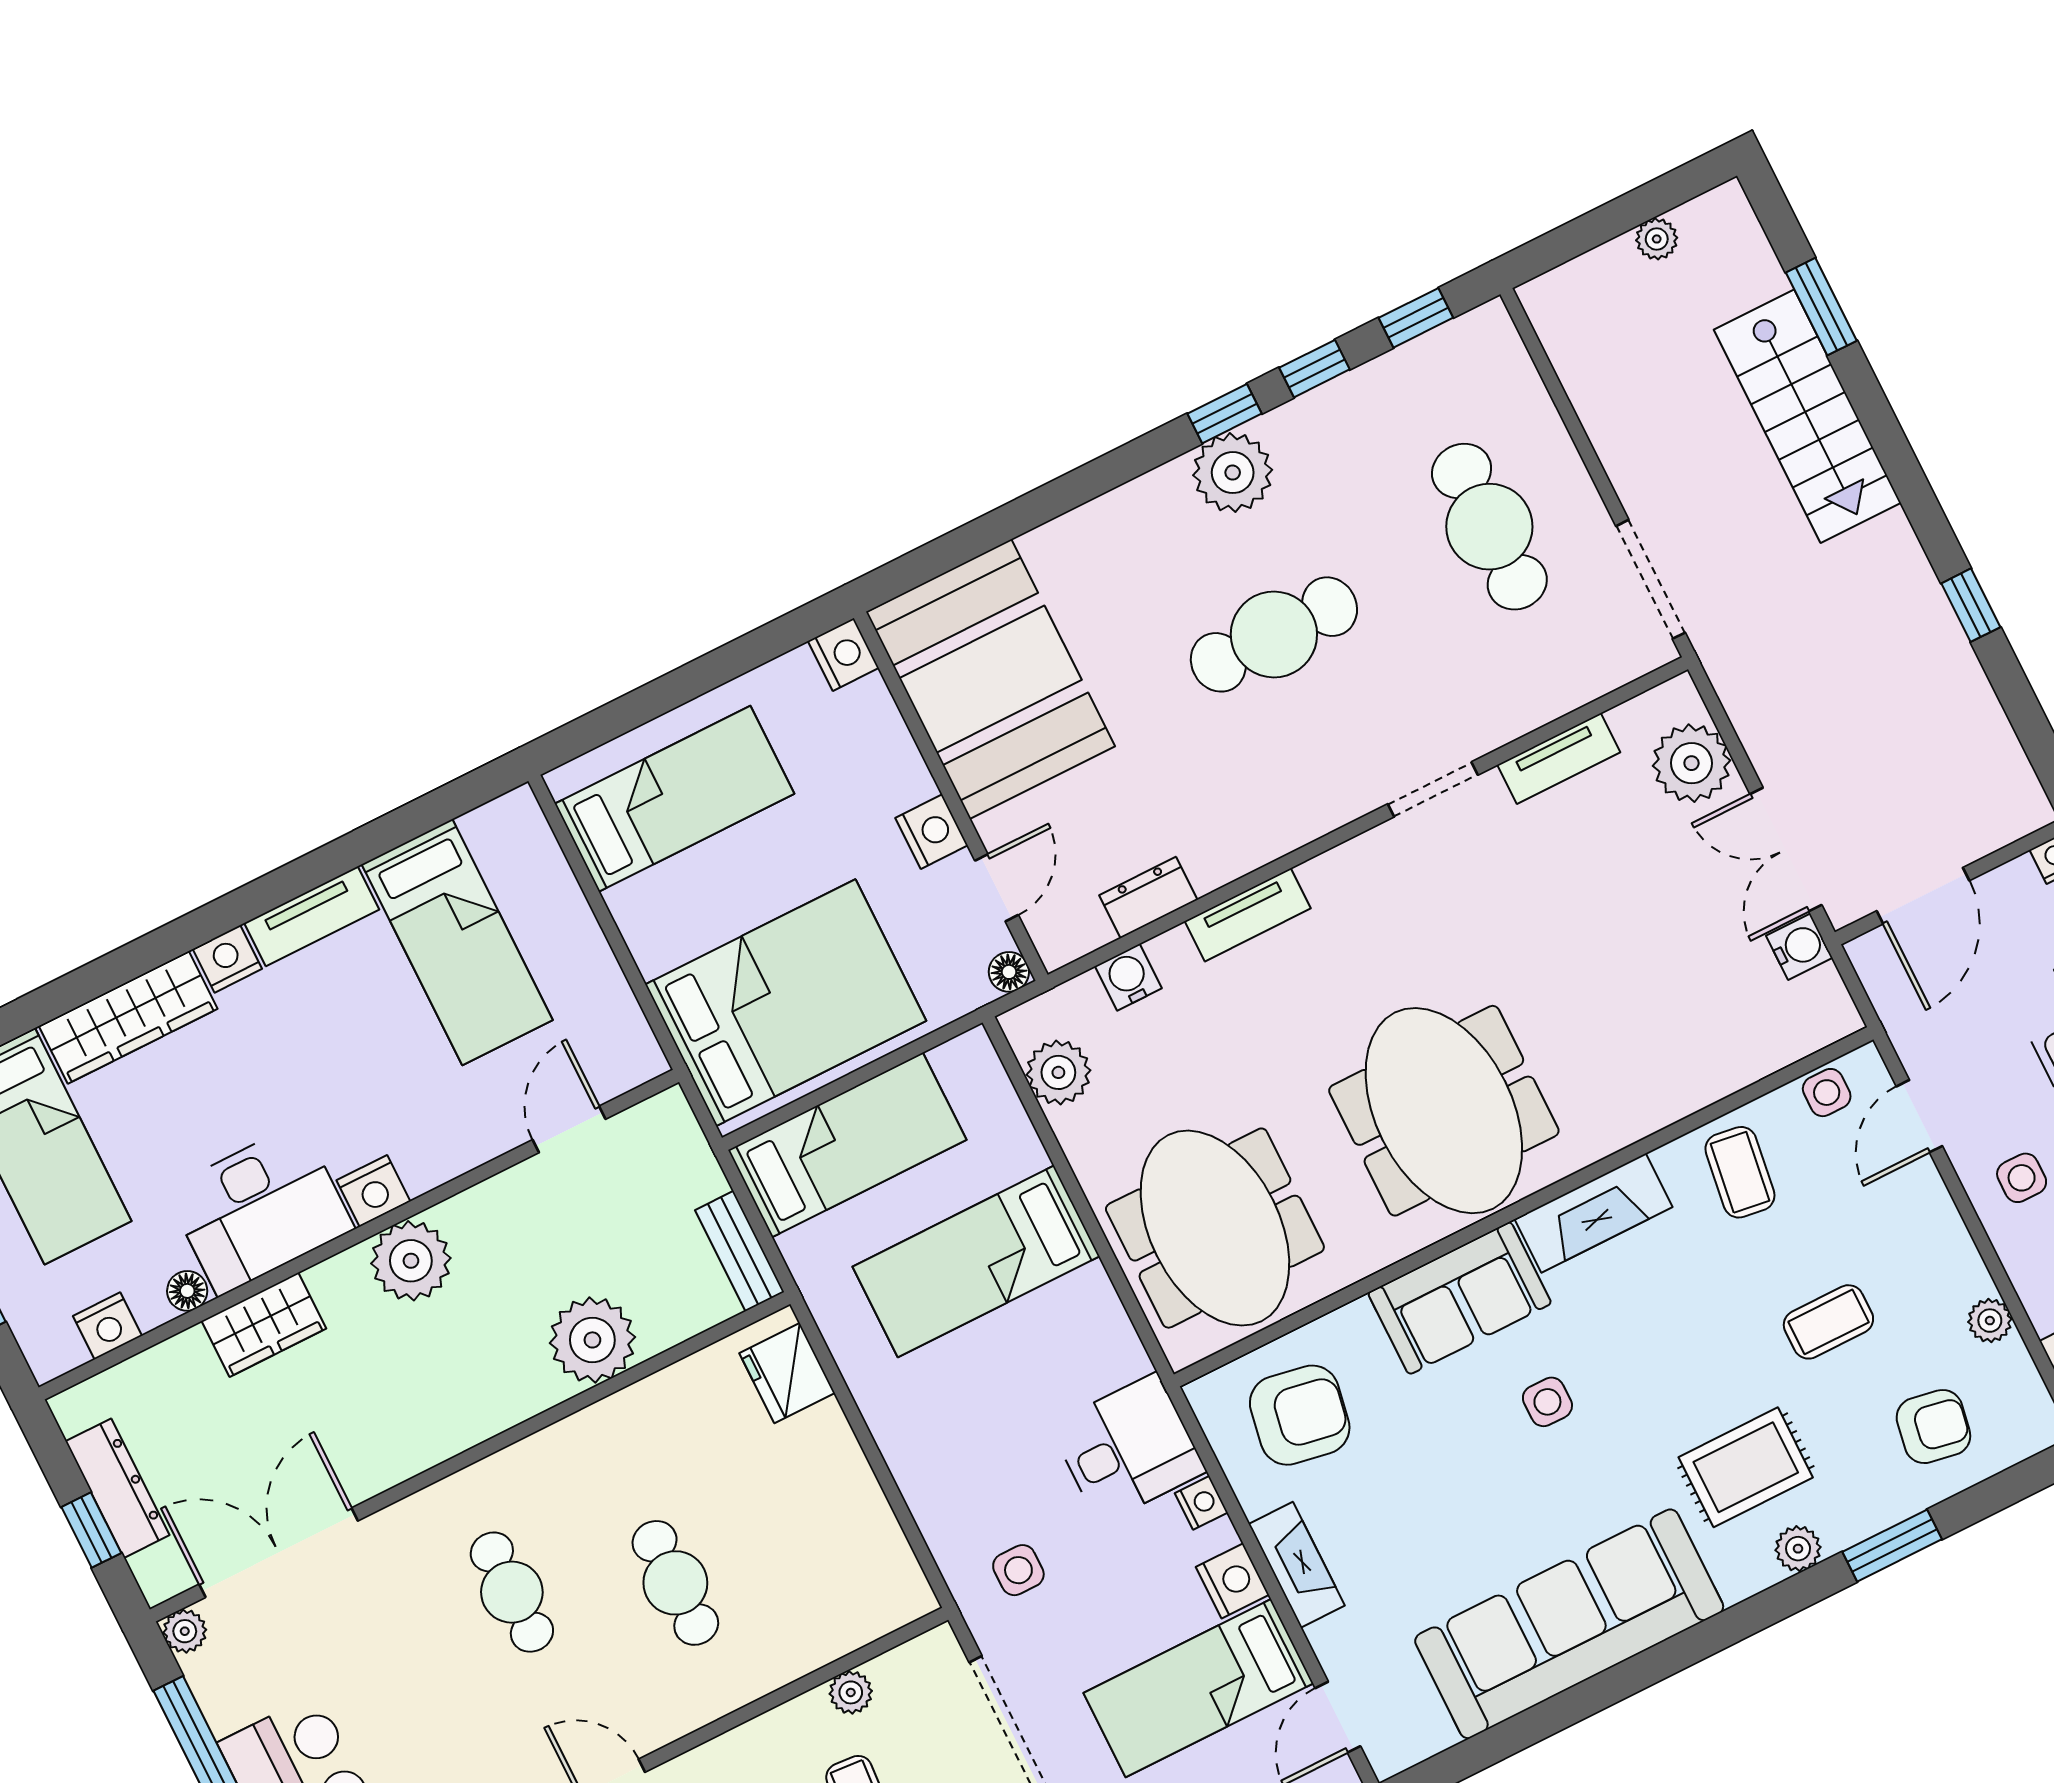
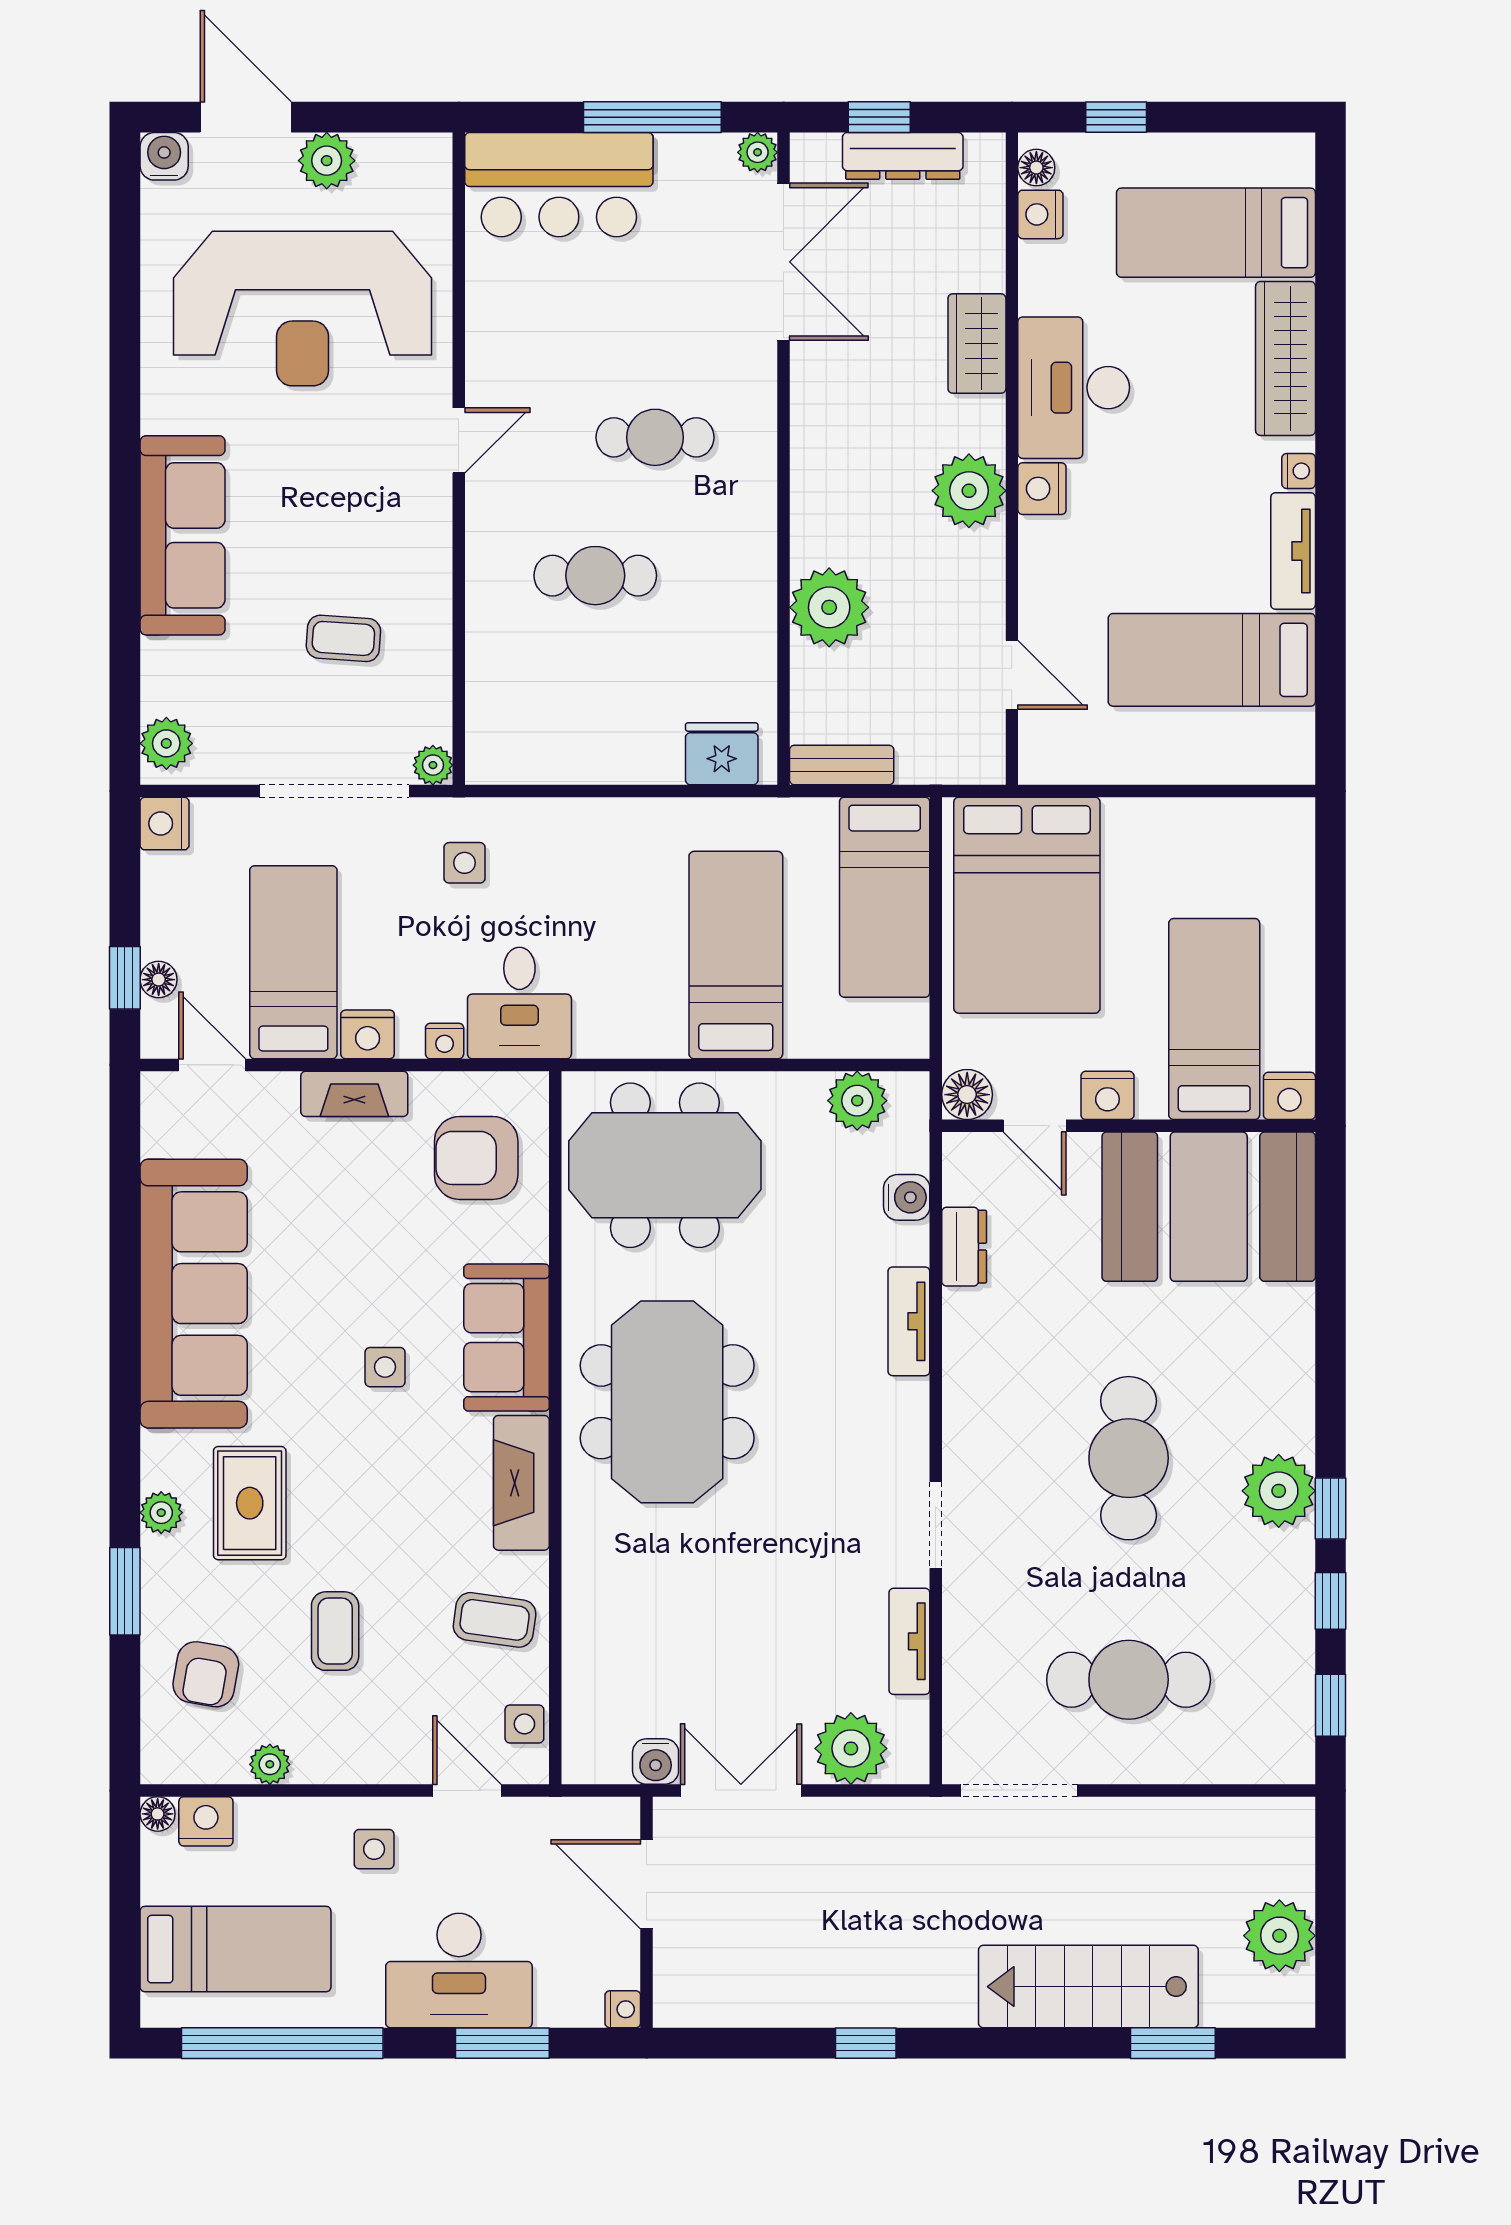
plant: (1657, 239) -> (1279, 1936), width x1.88, depth x1.88
bed: (675, 799) -> (1214, 1019), moved, turned 180
nightstand: (227, 959) -> (1299, 471), width x0.72, depth x0.74
floor lamp: (1009, 972) -> (967, 1095), width x1.37, depth x1.37
meeting table: (1444, 1111) -> (667, 1402), turned 90
floor lamp: (187, 1291) -> (1036, 168), moved
armchair: (1300, 1415) -> (476, 1158), turned 80
plant: (851, 1692) -> (433, 765), moved

